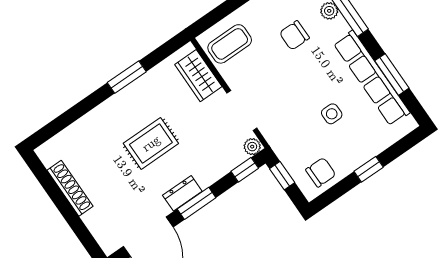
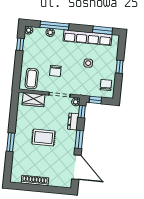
chair: (294, 35) -> (55, 71), moved
window: (392, 74) -> (103, 30), moved
window: (127, 77) -> (11, 142), moved
rug: (151, 143) -> (43, 138), turned 90
dresser: (182, 193) -> (73, 121), moved

